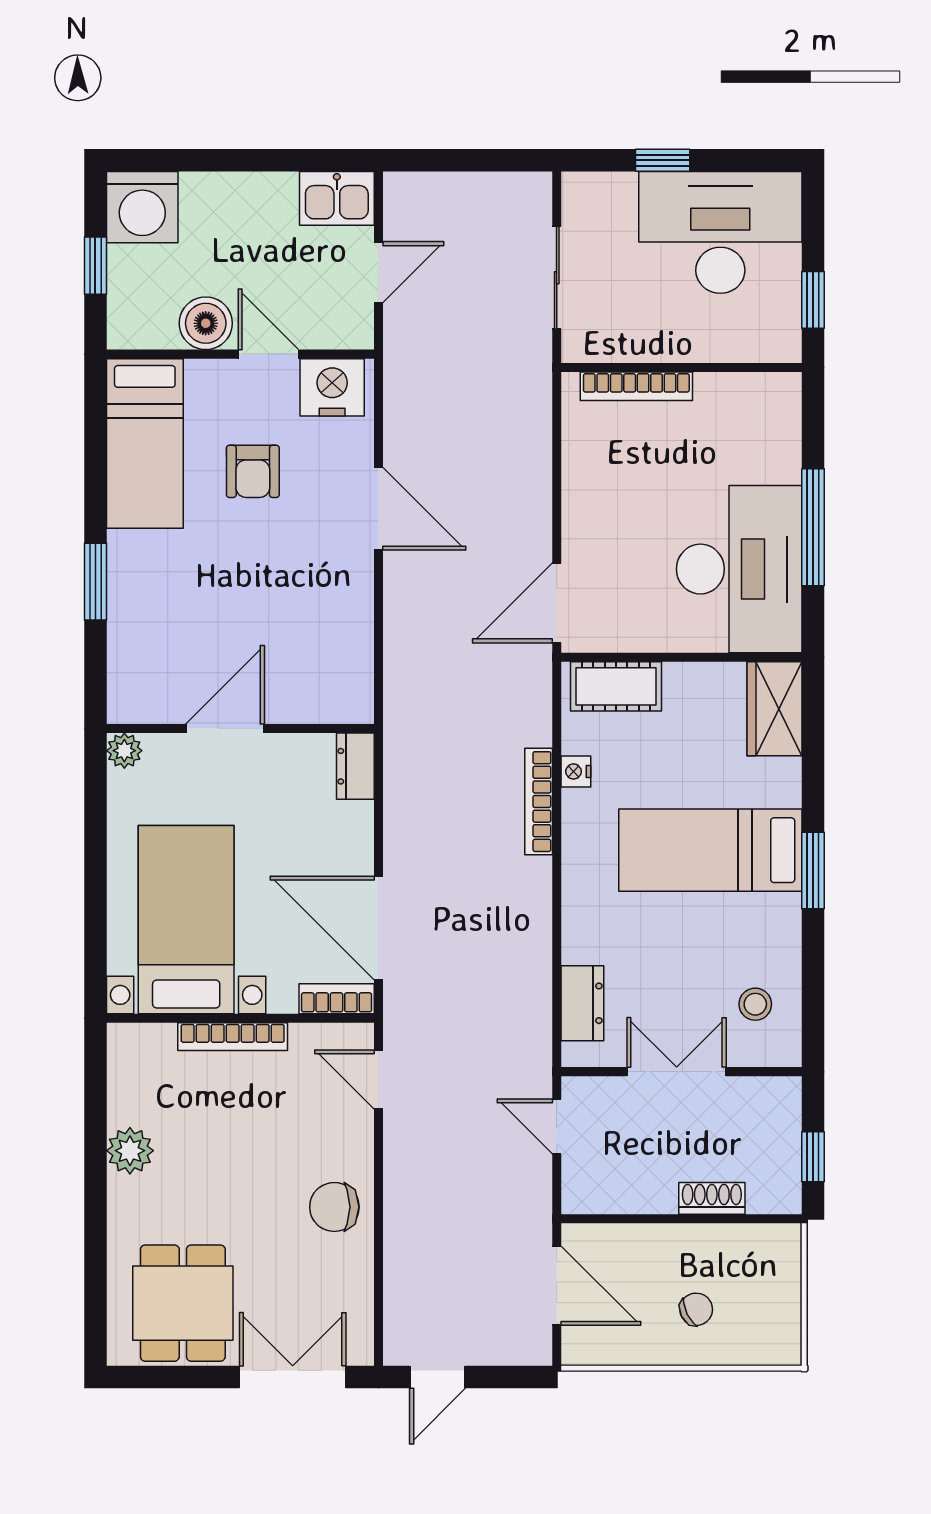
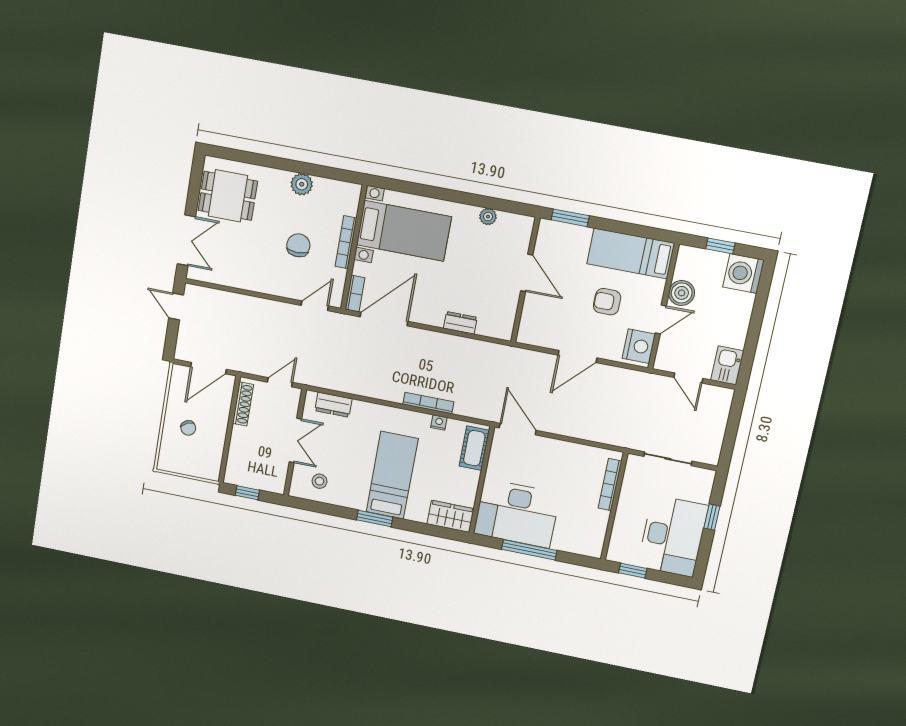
door: (225, 729) -> (527, 273), moved
wall: (240, 729) -> (525, 280), moved
shoe rack: (712, 1198) -> (243, 404), moved, width x1.43
chair: (334, 1207) -> (298, 245), moved

